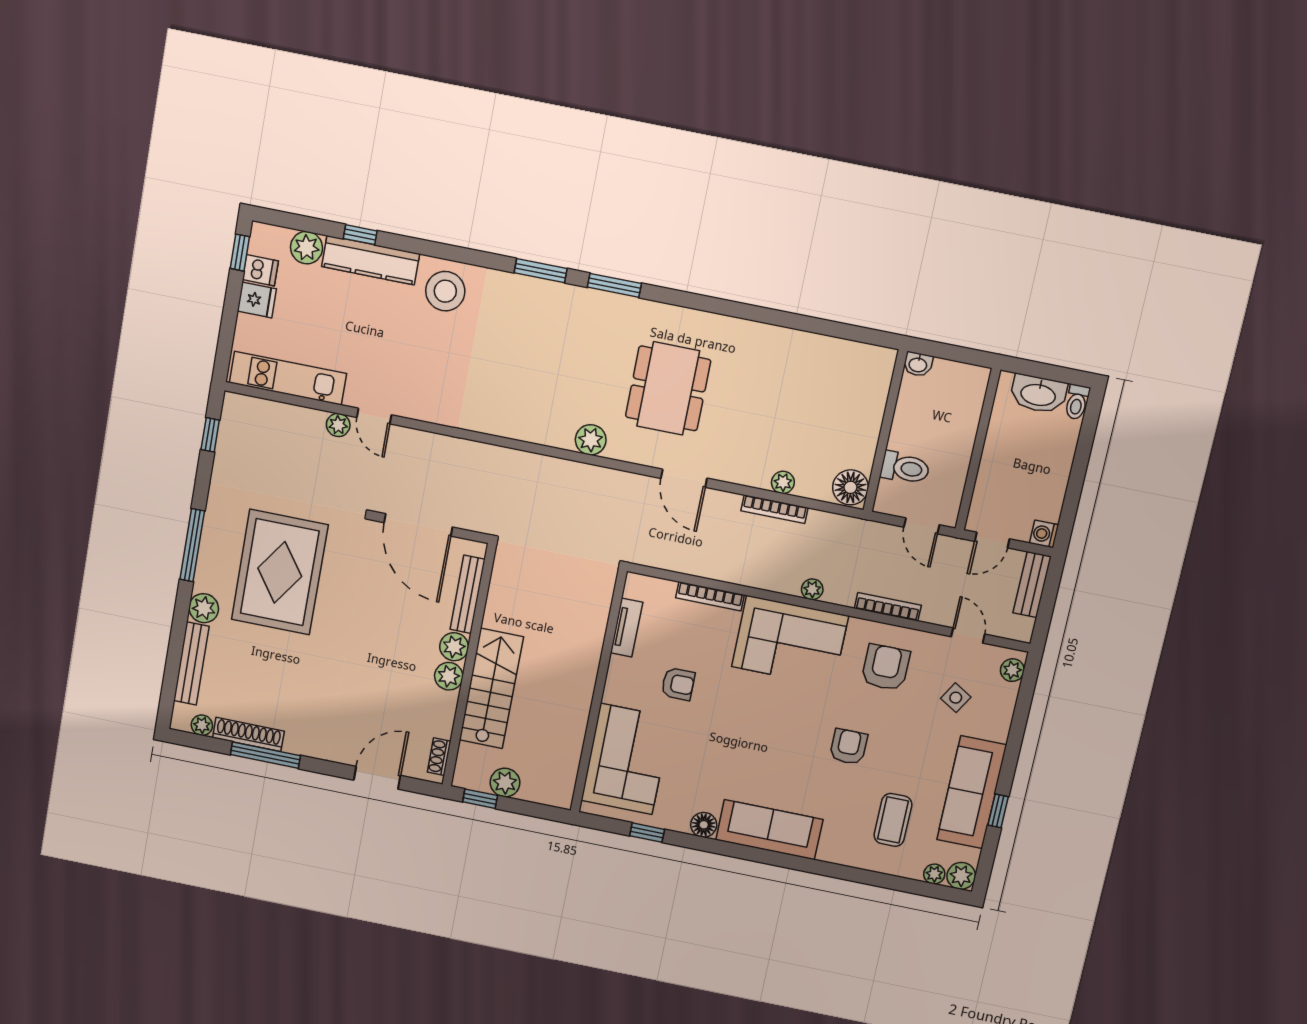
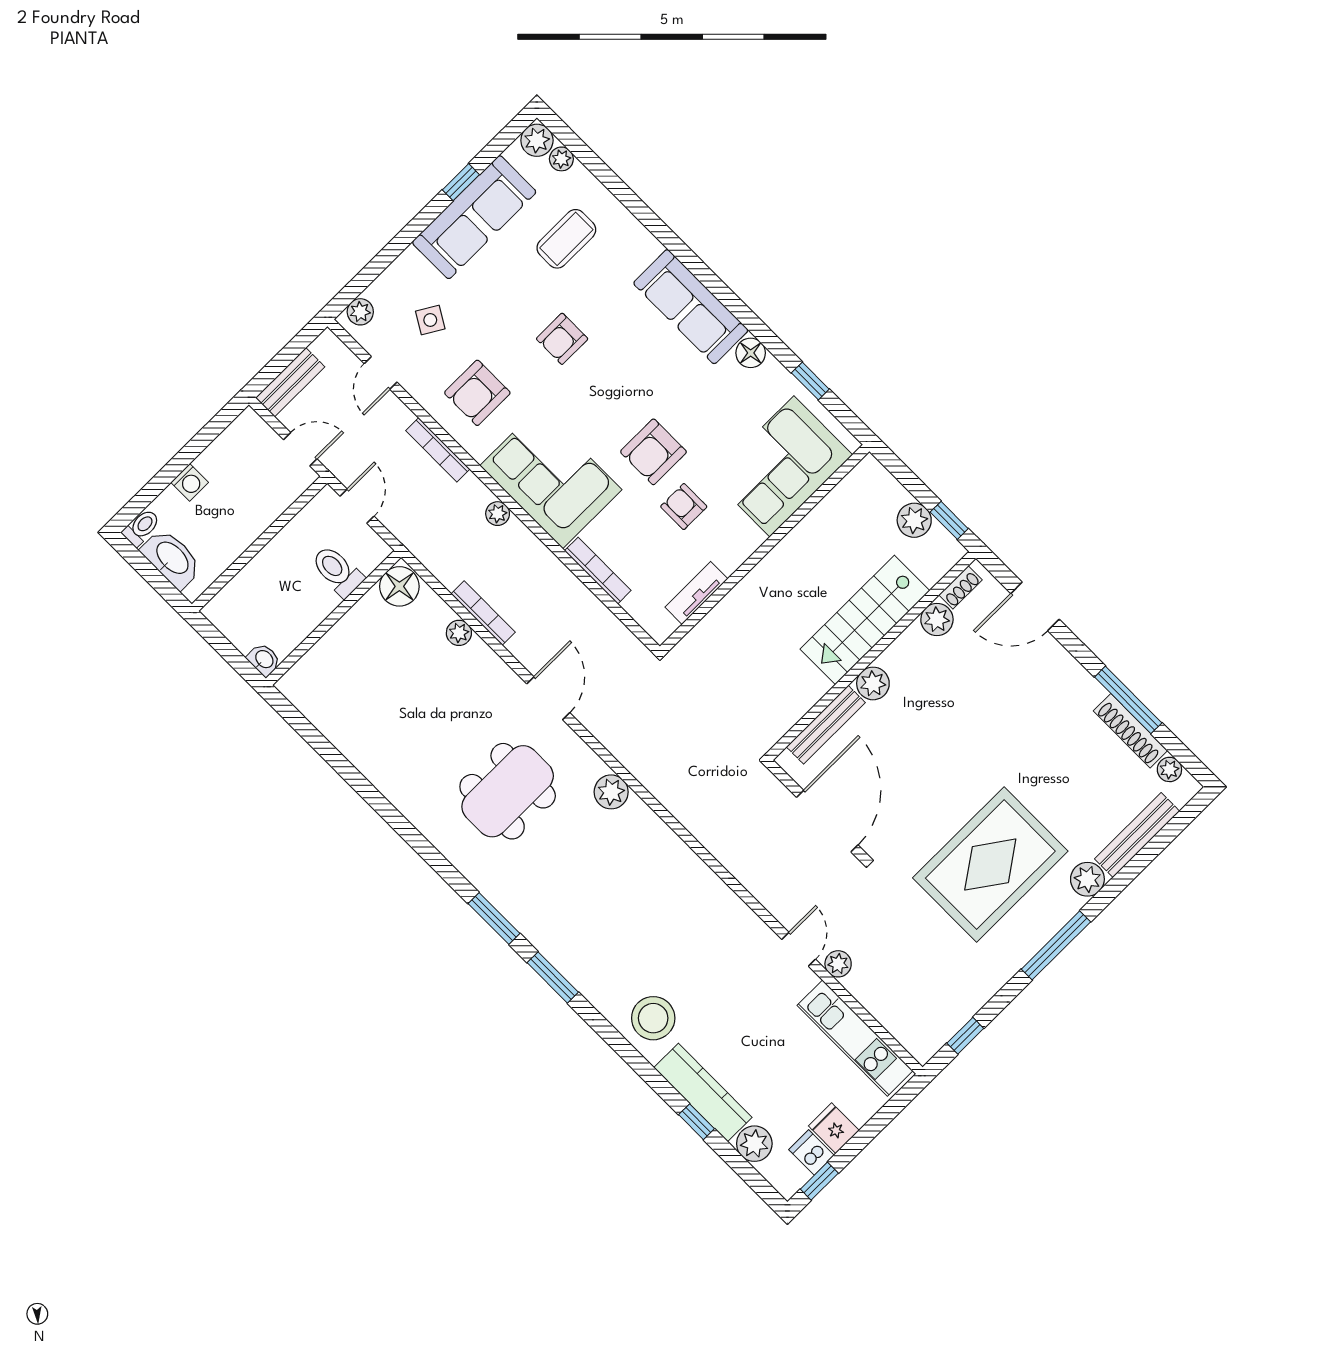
washing machine: (1044, 534) -> (190, 482), moved
plant: (449, 676) -> (937, 619), moved
armchair: (727, 709) -> (653, 452), added

